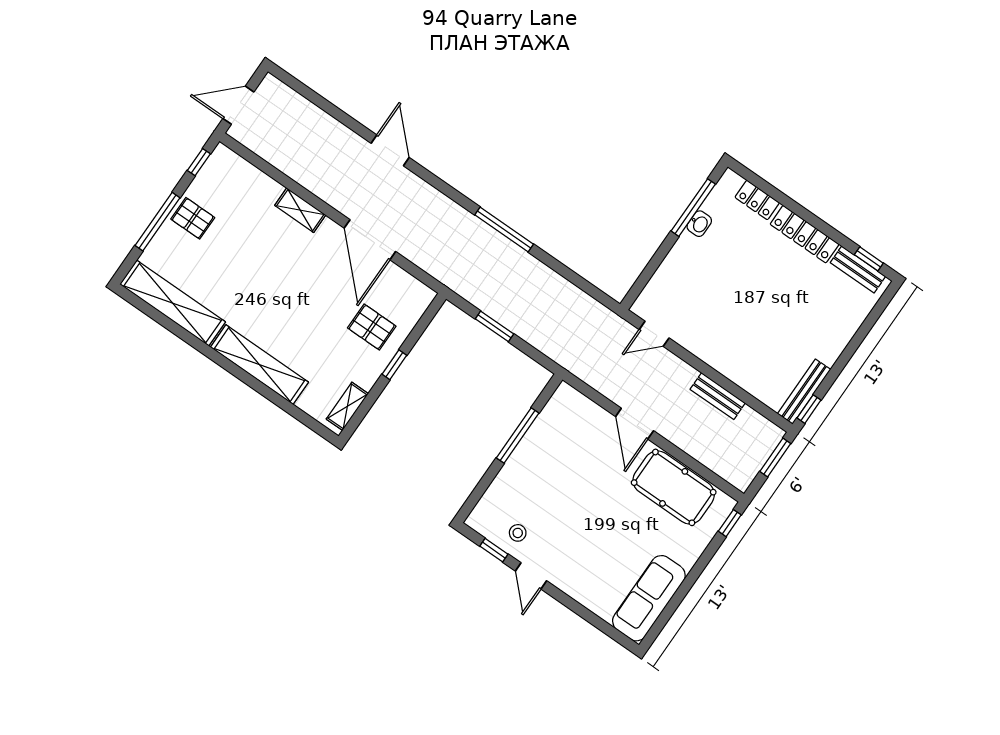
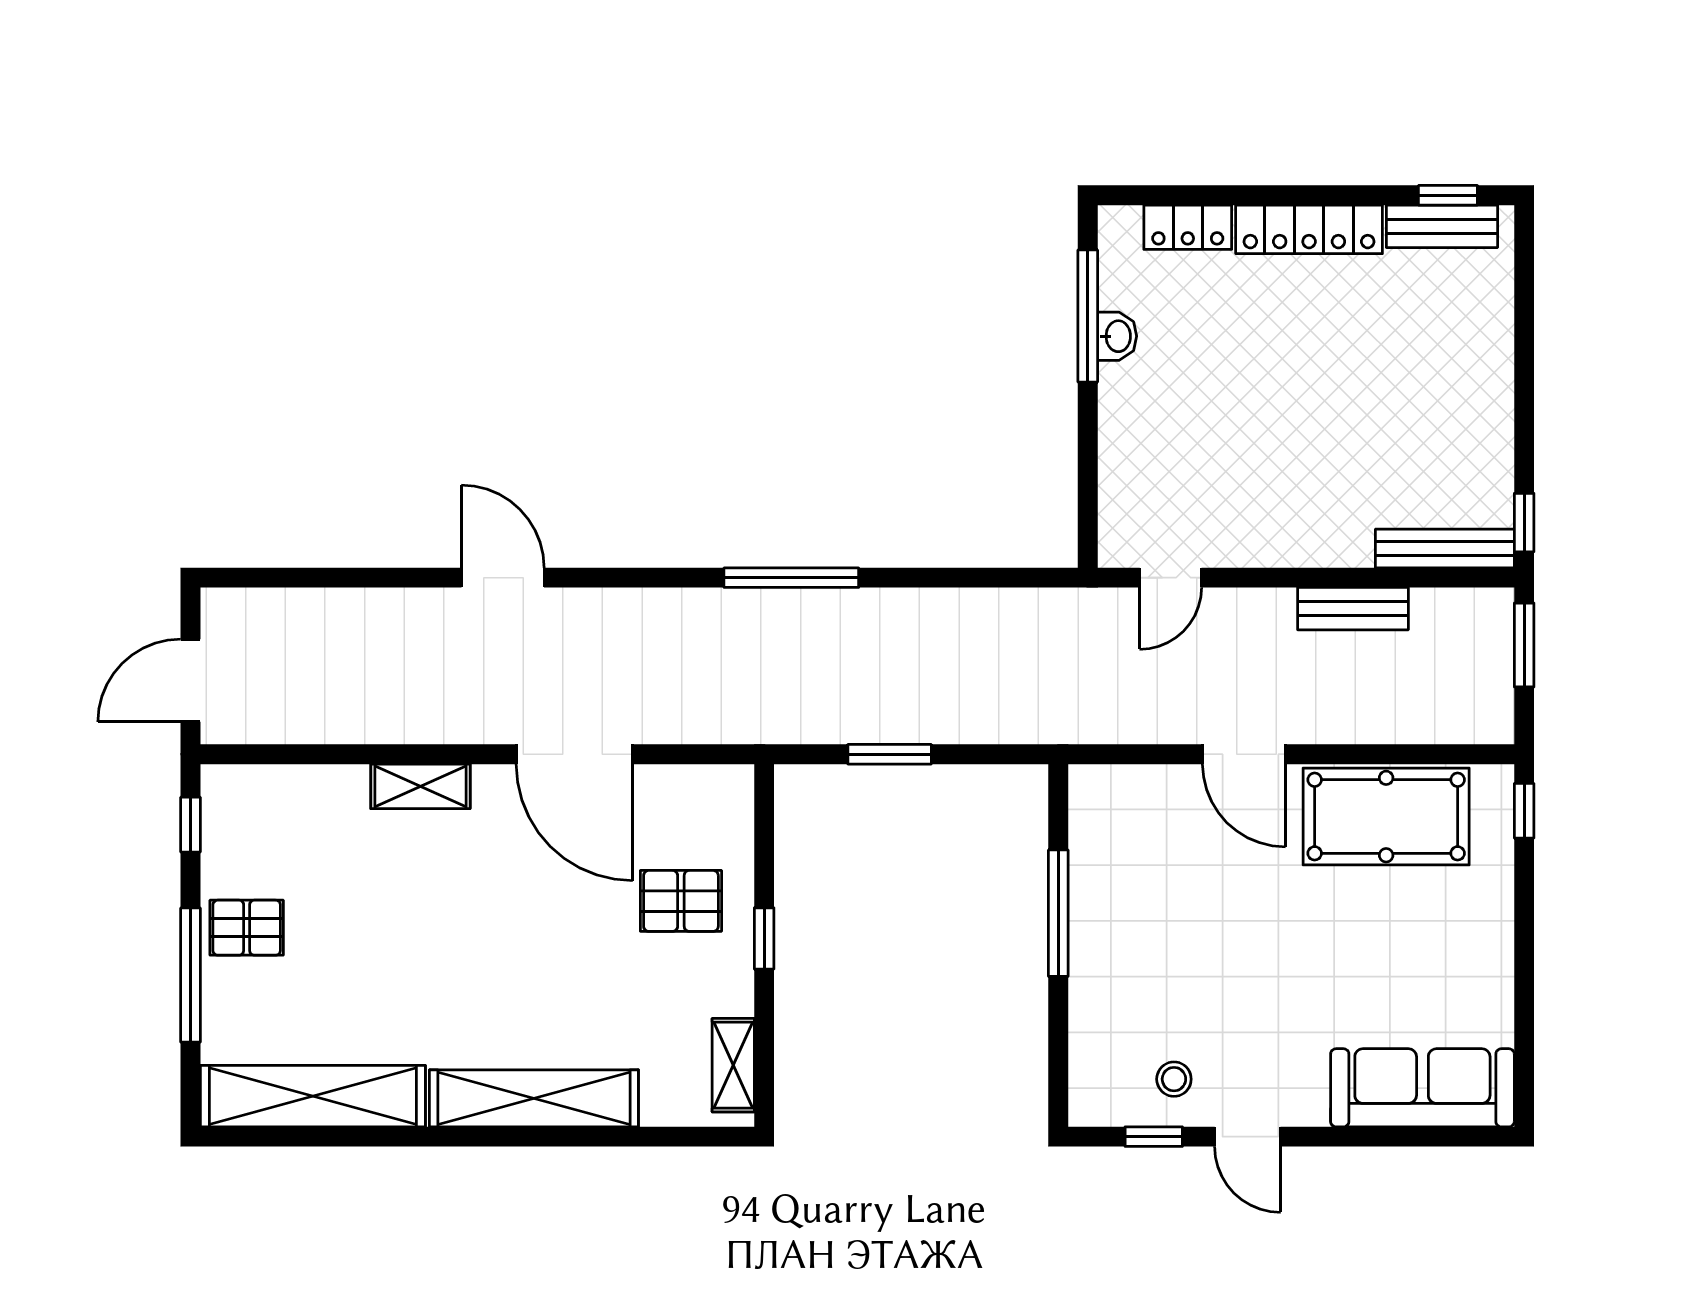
bench: (804, 392) -> (1445, 548), moved, turned 90
sofa: (649, 598) -> (1422, 1088), moved, turned 90

